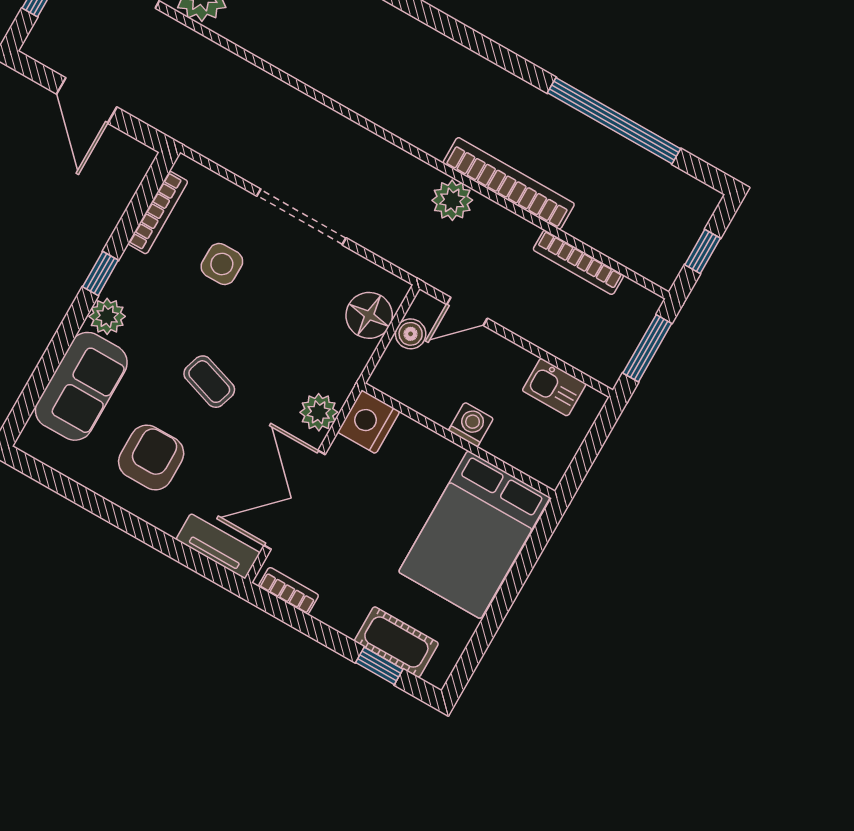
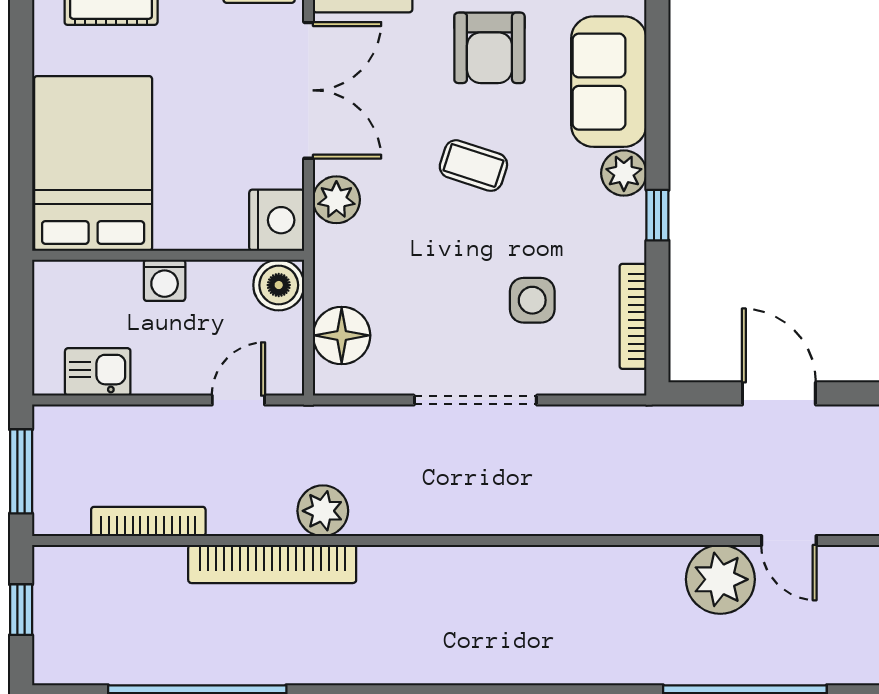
boiler: (411, 334) -> (279, 285), moved, width x1.36, depth x1.36

